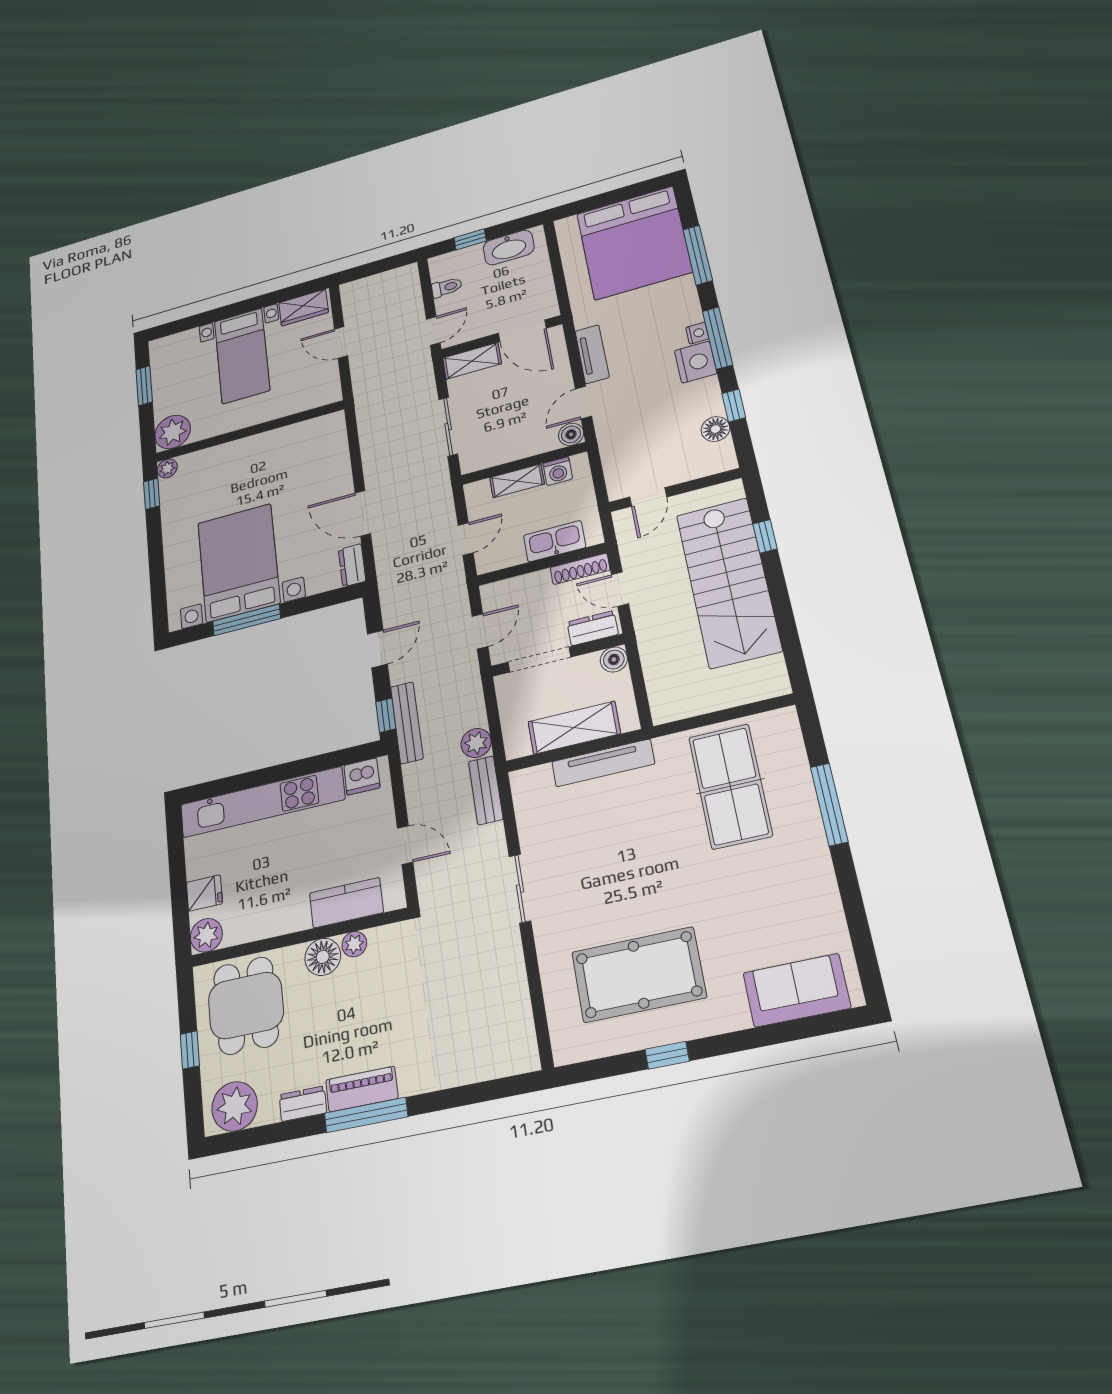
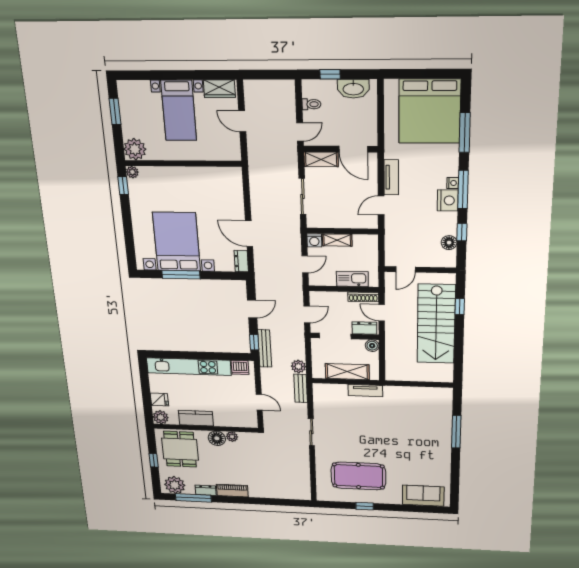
boiler: (571, 434) -> (371, 222), removed
washing machine: (558, 471) -> (314, 240), moved
tv unit: (603, 763) -> (365, 390), width x0.71
table tennis table: (730, 786) -> (415, 414), removed
kitchen counter: (346, 903) -> (196, 418), moved
window: (366, 1115) -> (193, 498), moved

